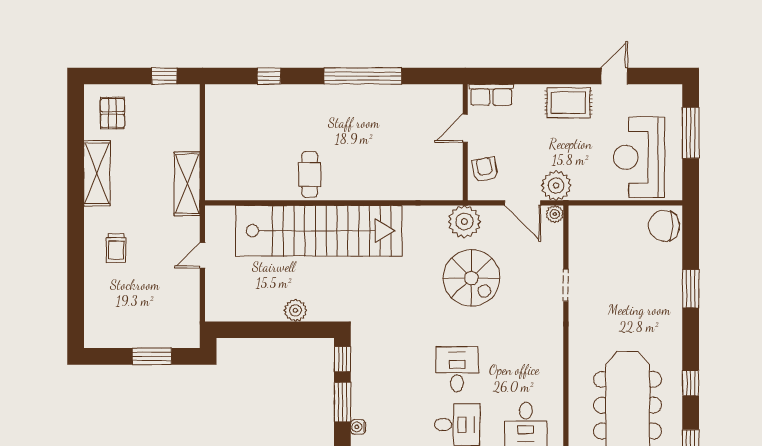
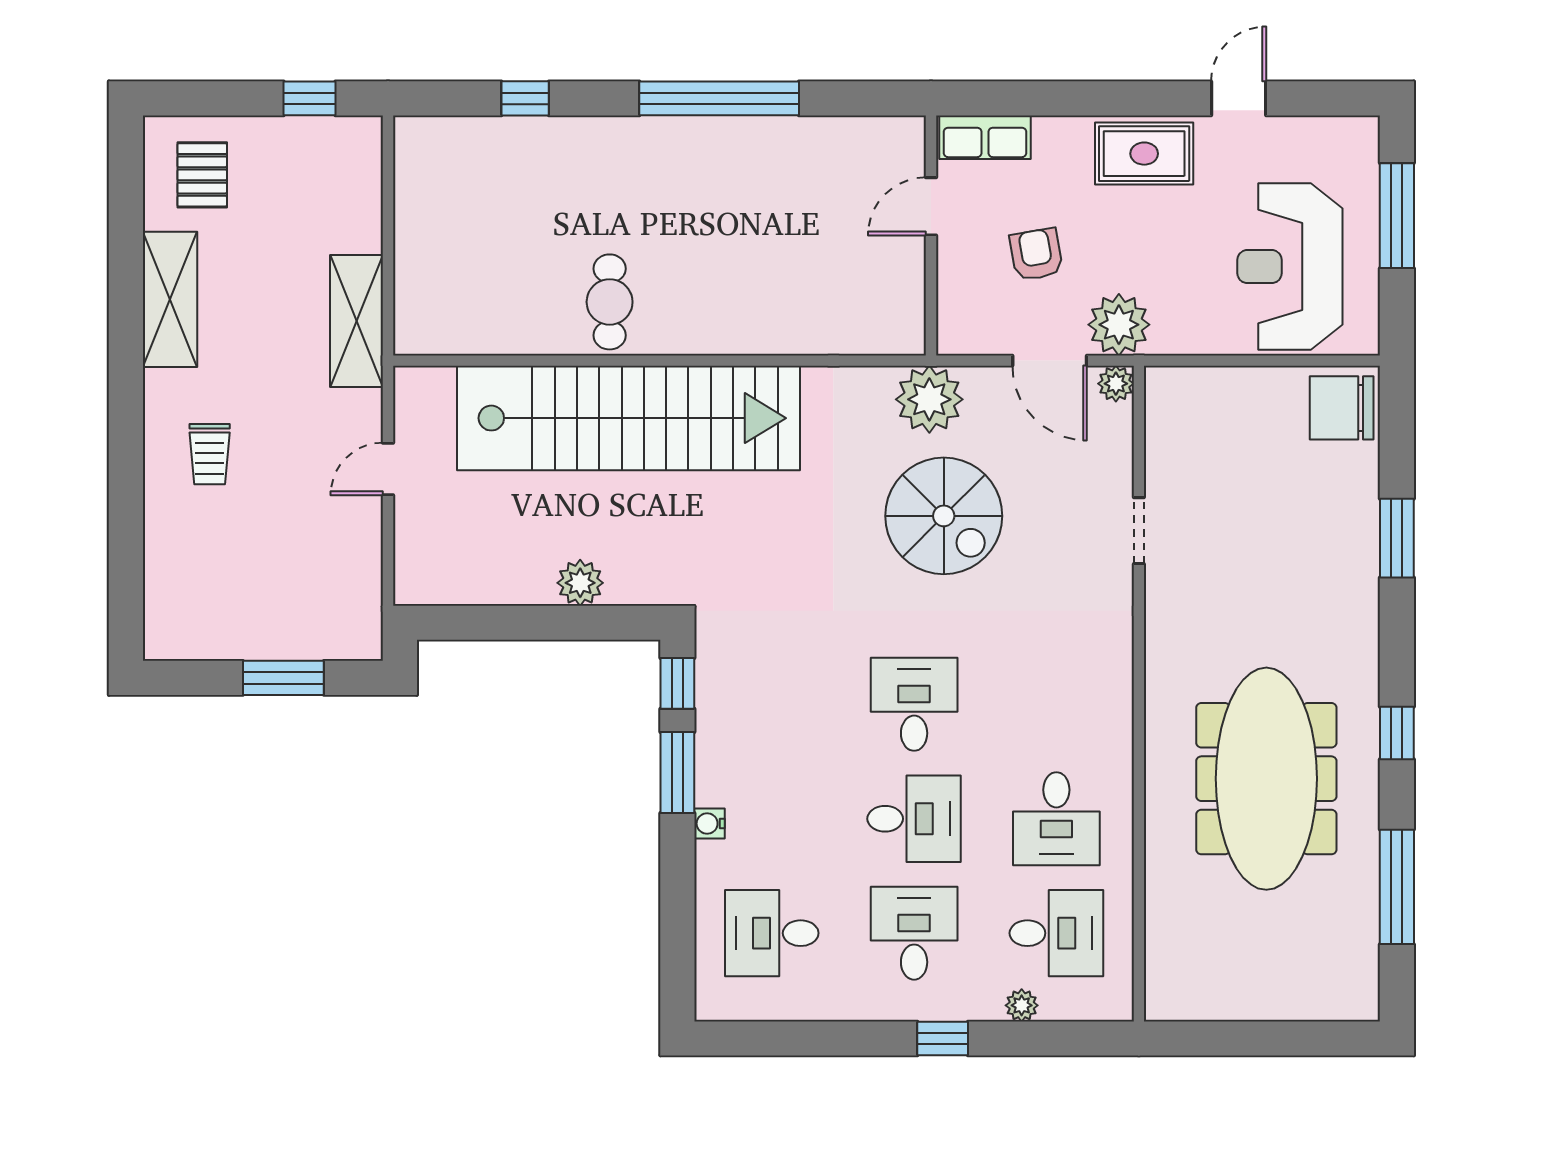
armchair: (485, 170) -> (1036, 254), moved

